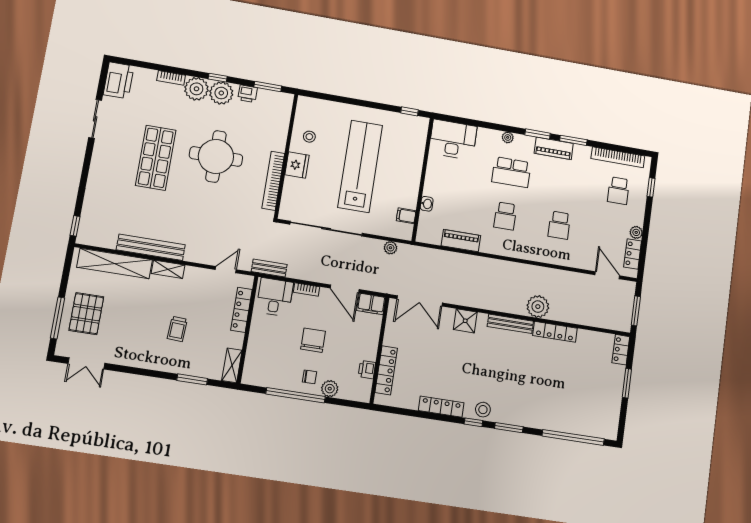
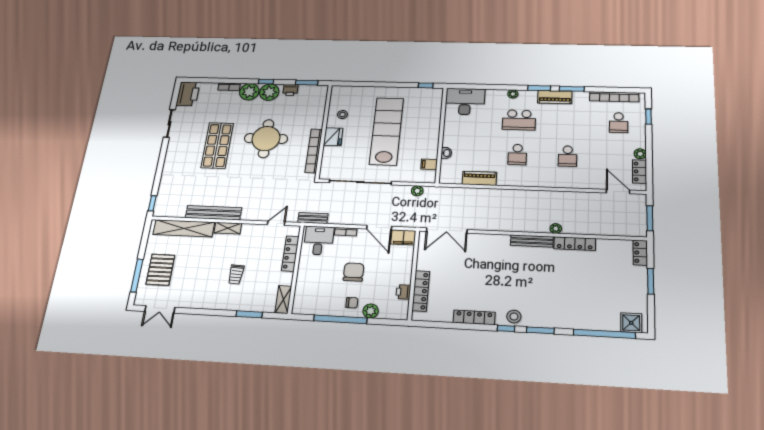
plant: (538, 307) -> (556, 228), width x0.53, depth x0.53
shower: (465, 321) -> (631, 323), moved

